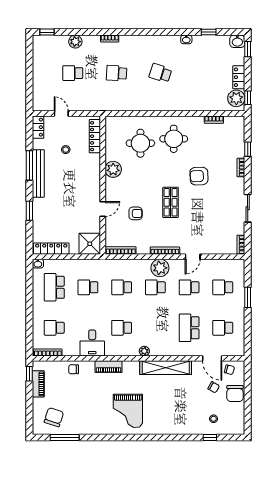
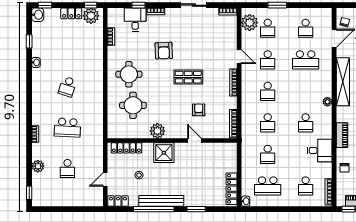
school desk: (117, 73) -> (67, 128), width x1.85
desk: (232, 146) -> (135, 19), added
window: (29, 165) -> (154, 209), width x1.46
shower: (90, 244) -> (164, 153), moved
plant: (160, 268) -> (250, 23), moved

